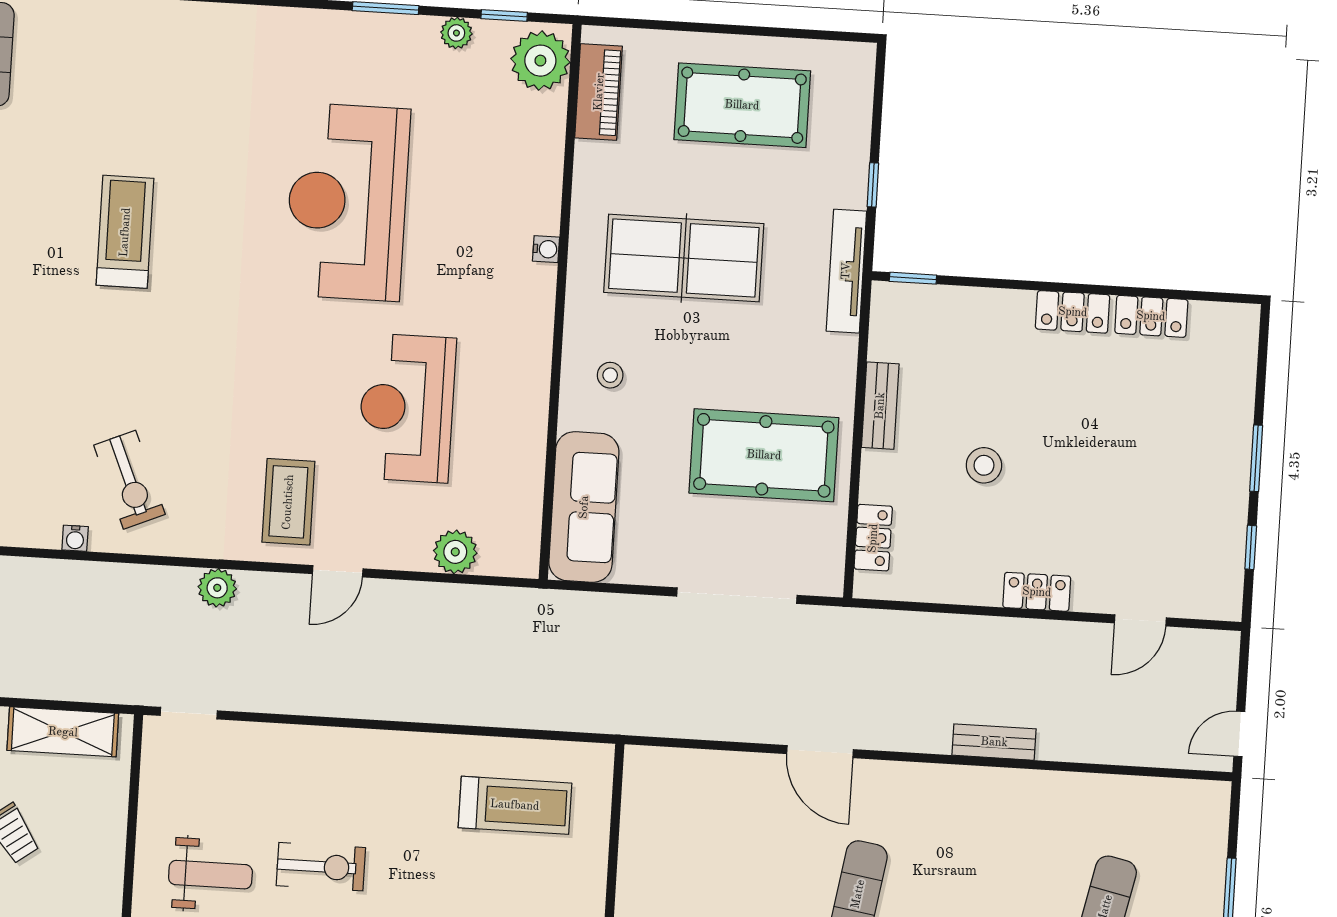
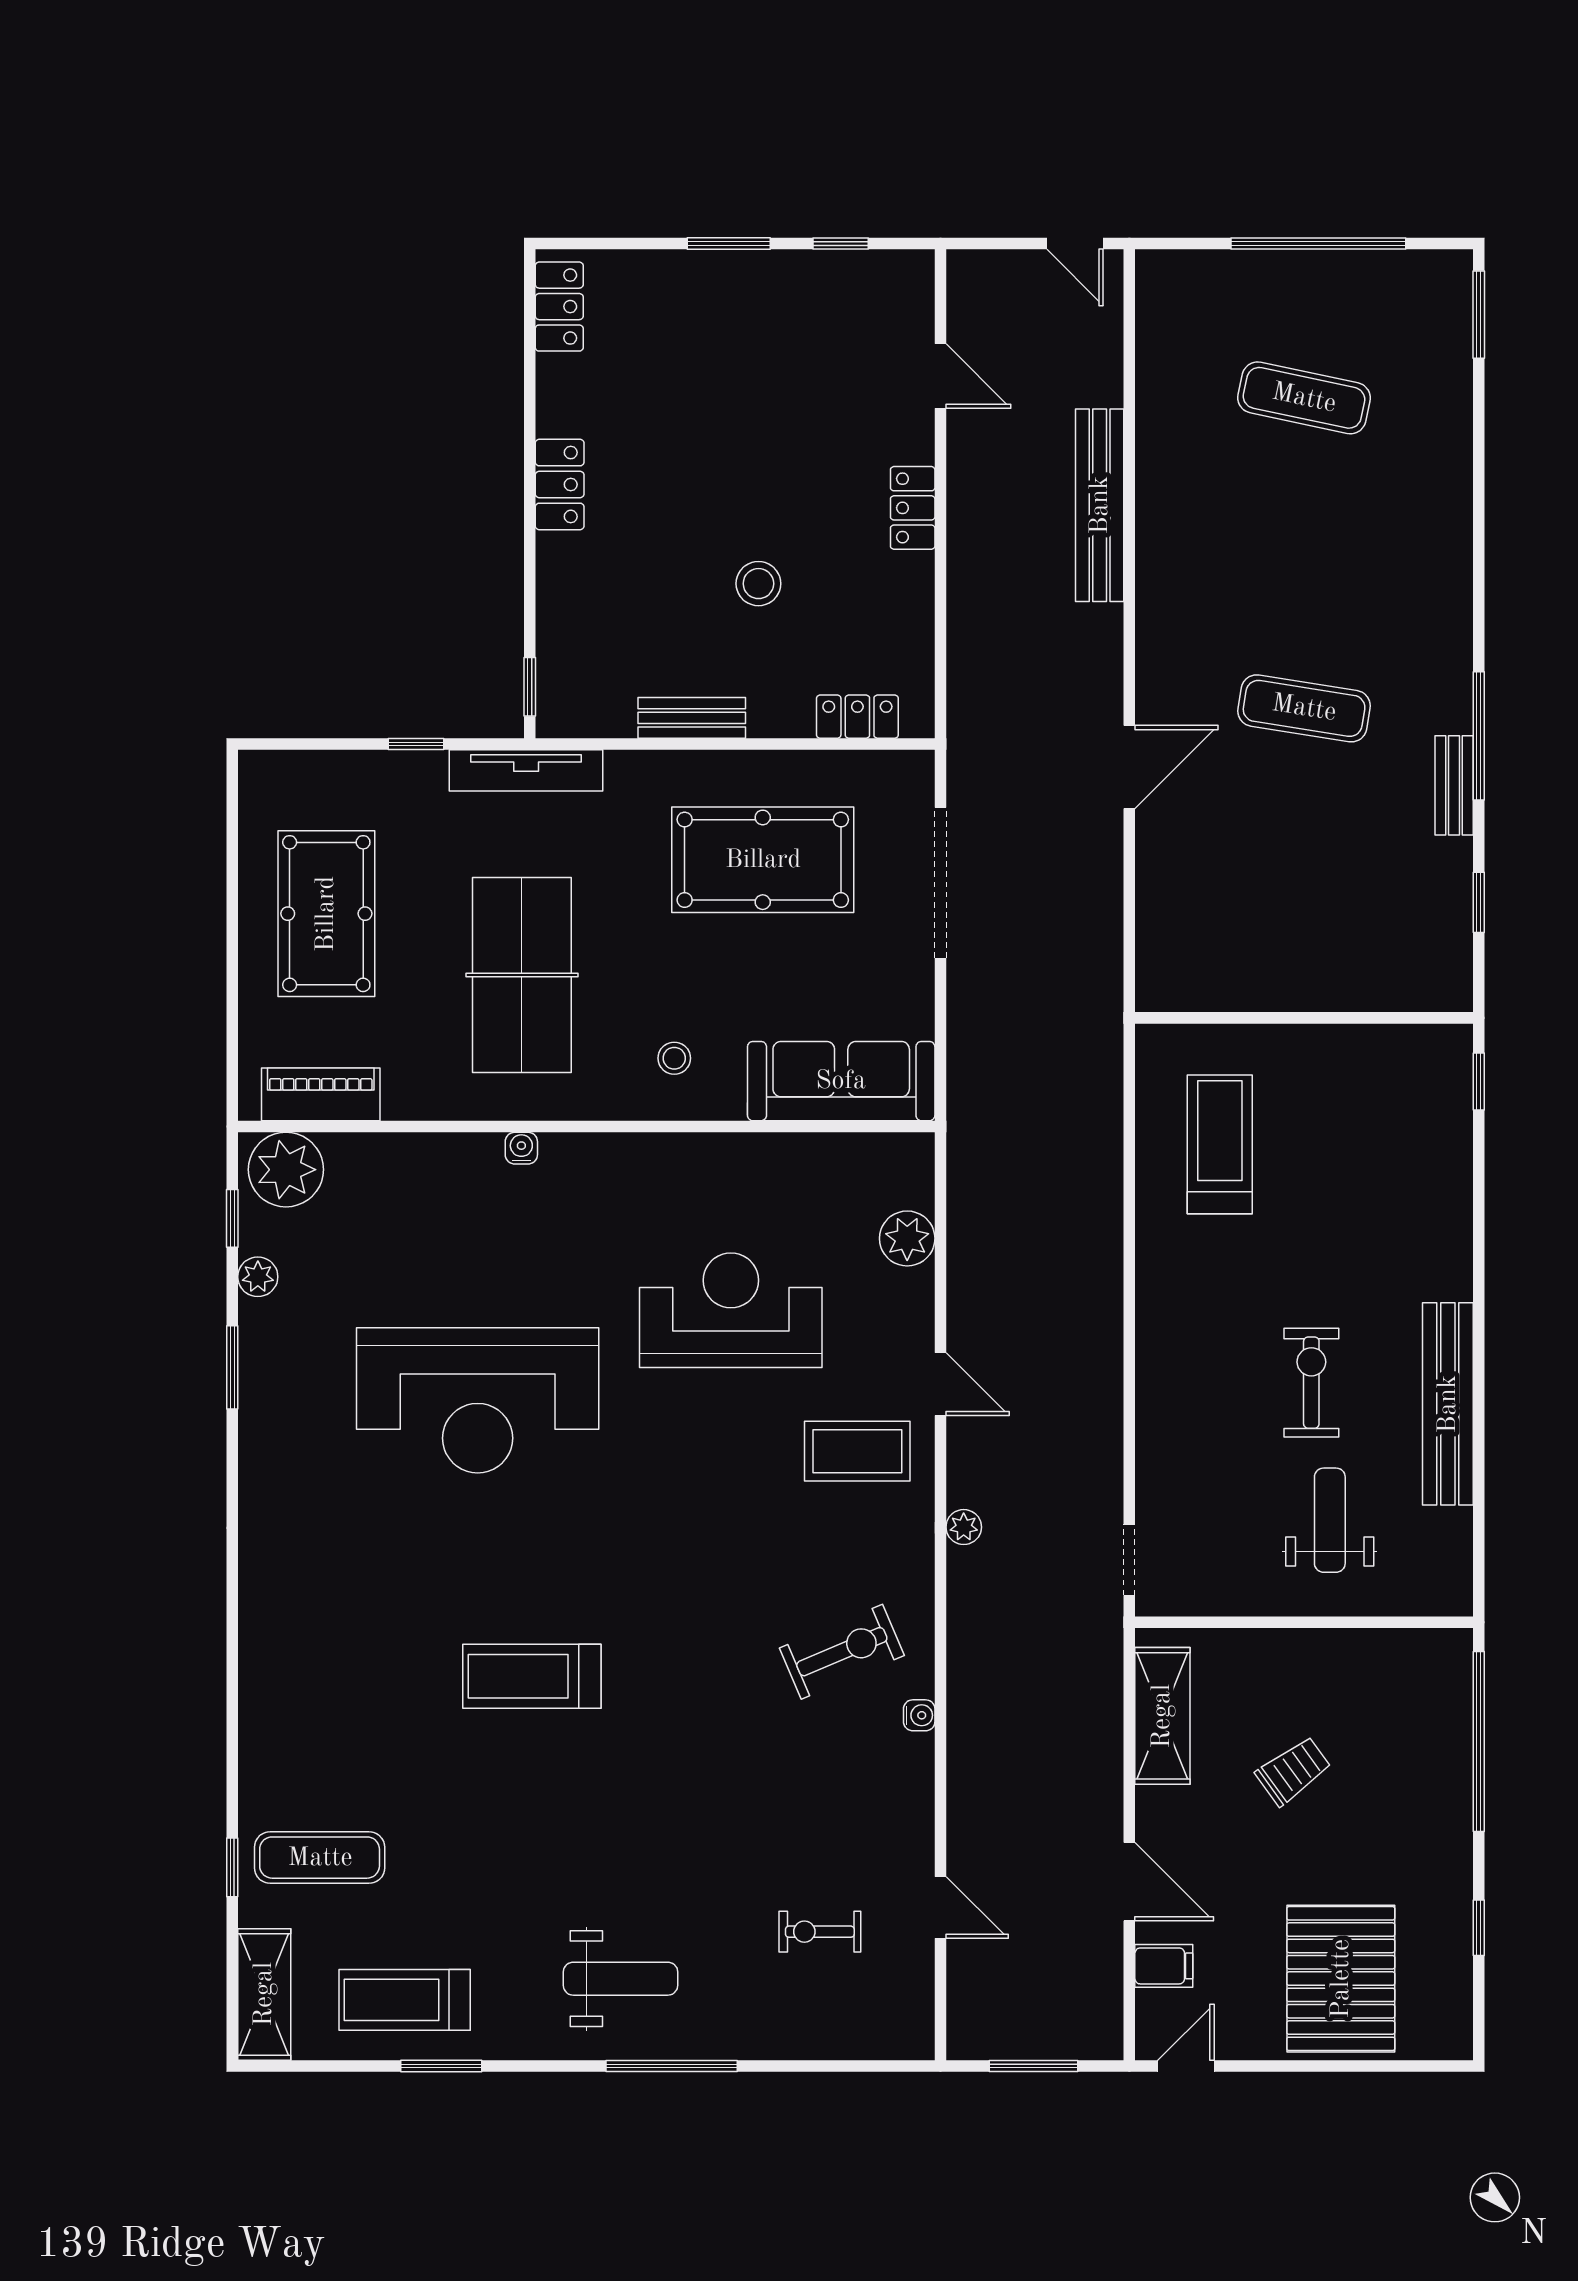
locker: (1151, 316) -> (559, 307), moved
reception desk: (407, 408) -> (731, 1310), turned 180
pool table: (764, 455) -> (763, 860), turned 90
plant: (217, 588) -> (964, 1527), width x0.73, depth x0.73
bench: (994, 742) -> (1100, 505), width x1.86, depth x1.21

